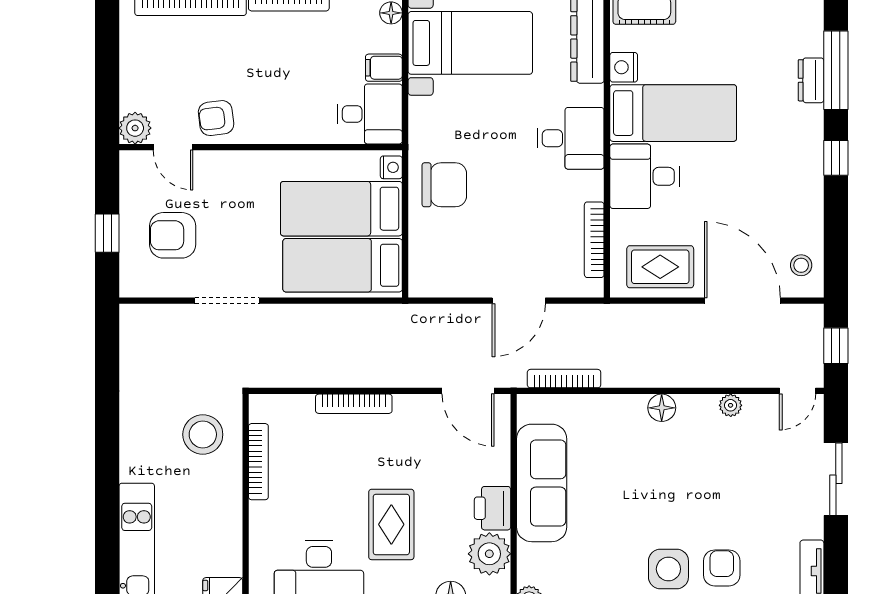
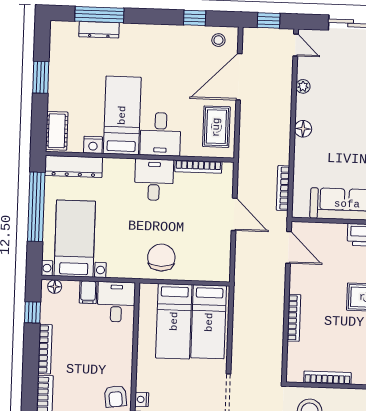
dresser: (811, 80) -> (99, 30), width x1.44
desk: (570, 138) -> (154, 180), moved
window: (836, 158) -> (195, 18), moved
nightstand: (391, 167) -> (142, 399), moved, turned -90
door: (468, 391) -> (289, 247), hinge flipped

